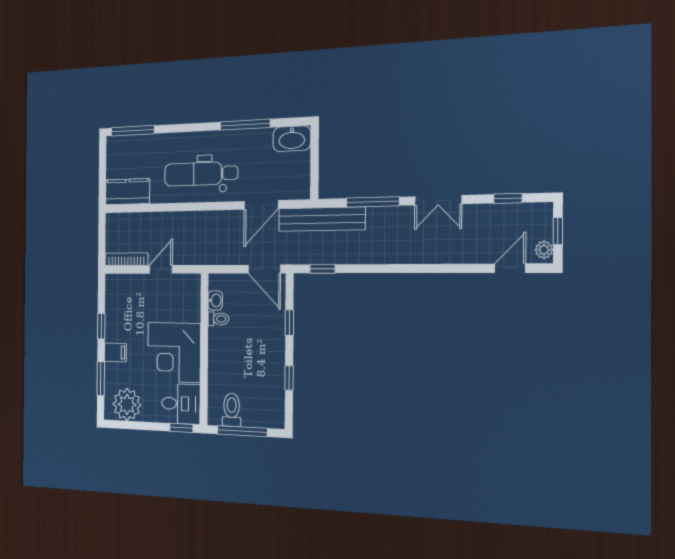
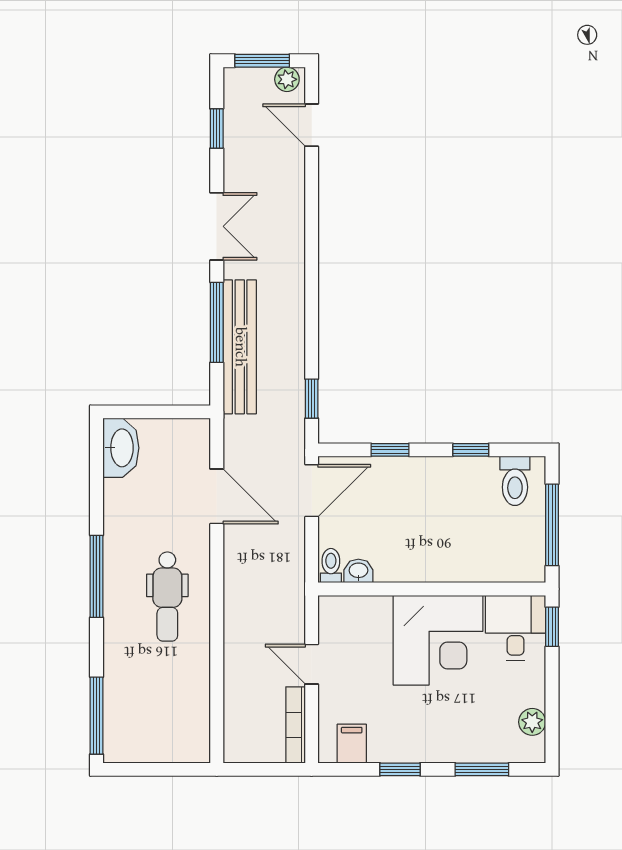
window: (245, 125) -> (96, 576), moved
dental chair: (201, 174) -> (167, 597), width x0.73, depth x0.72
kitchen counter: (127, 192) -> (191, 724), removed
bench: (322, 219) -> (240, 347), moved
window: (558, 231) -> (262, 61), width x1.50
toilet: (218, 319) -> (331, 566), moved
filing cabinet: (115, 352) -> (352, 744), moved
plant: (127, 404) -> (532, 722), width x0.53, depth x0.53
toilet: (232, 410) -> (515, 481), moved, turned -90

